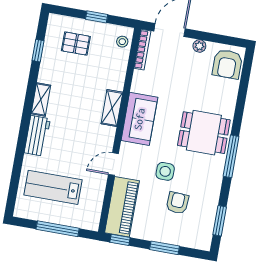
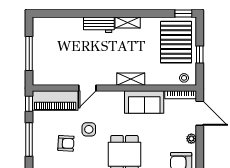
pallet: (76, 44) -> (176, 42), width x2.05, depth x2.00
window: (38, 51) -> (183, 13), moved
sofa: (139, 119) -> (144, 102), moved
door: (113, 164) -> (87, 88), swing flipped
lab bench: (53, 187) -> (61, 44), removed
window: (164, 248) -> (29, 139), width x1.44

